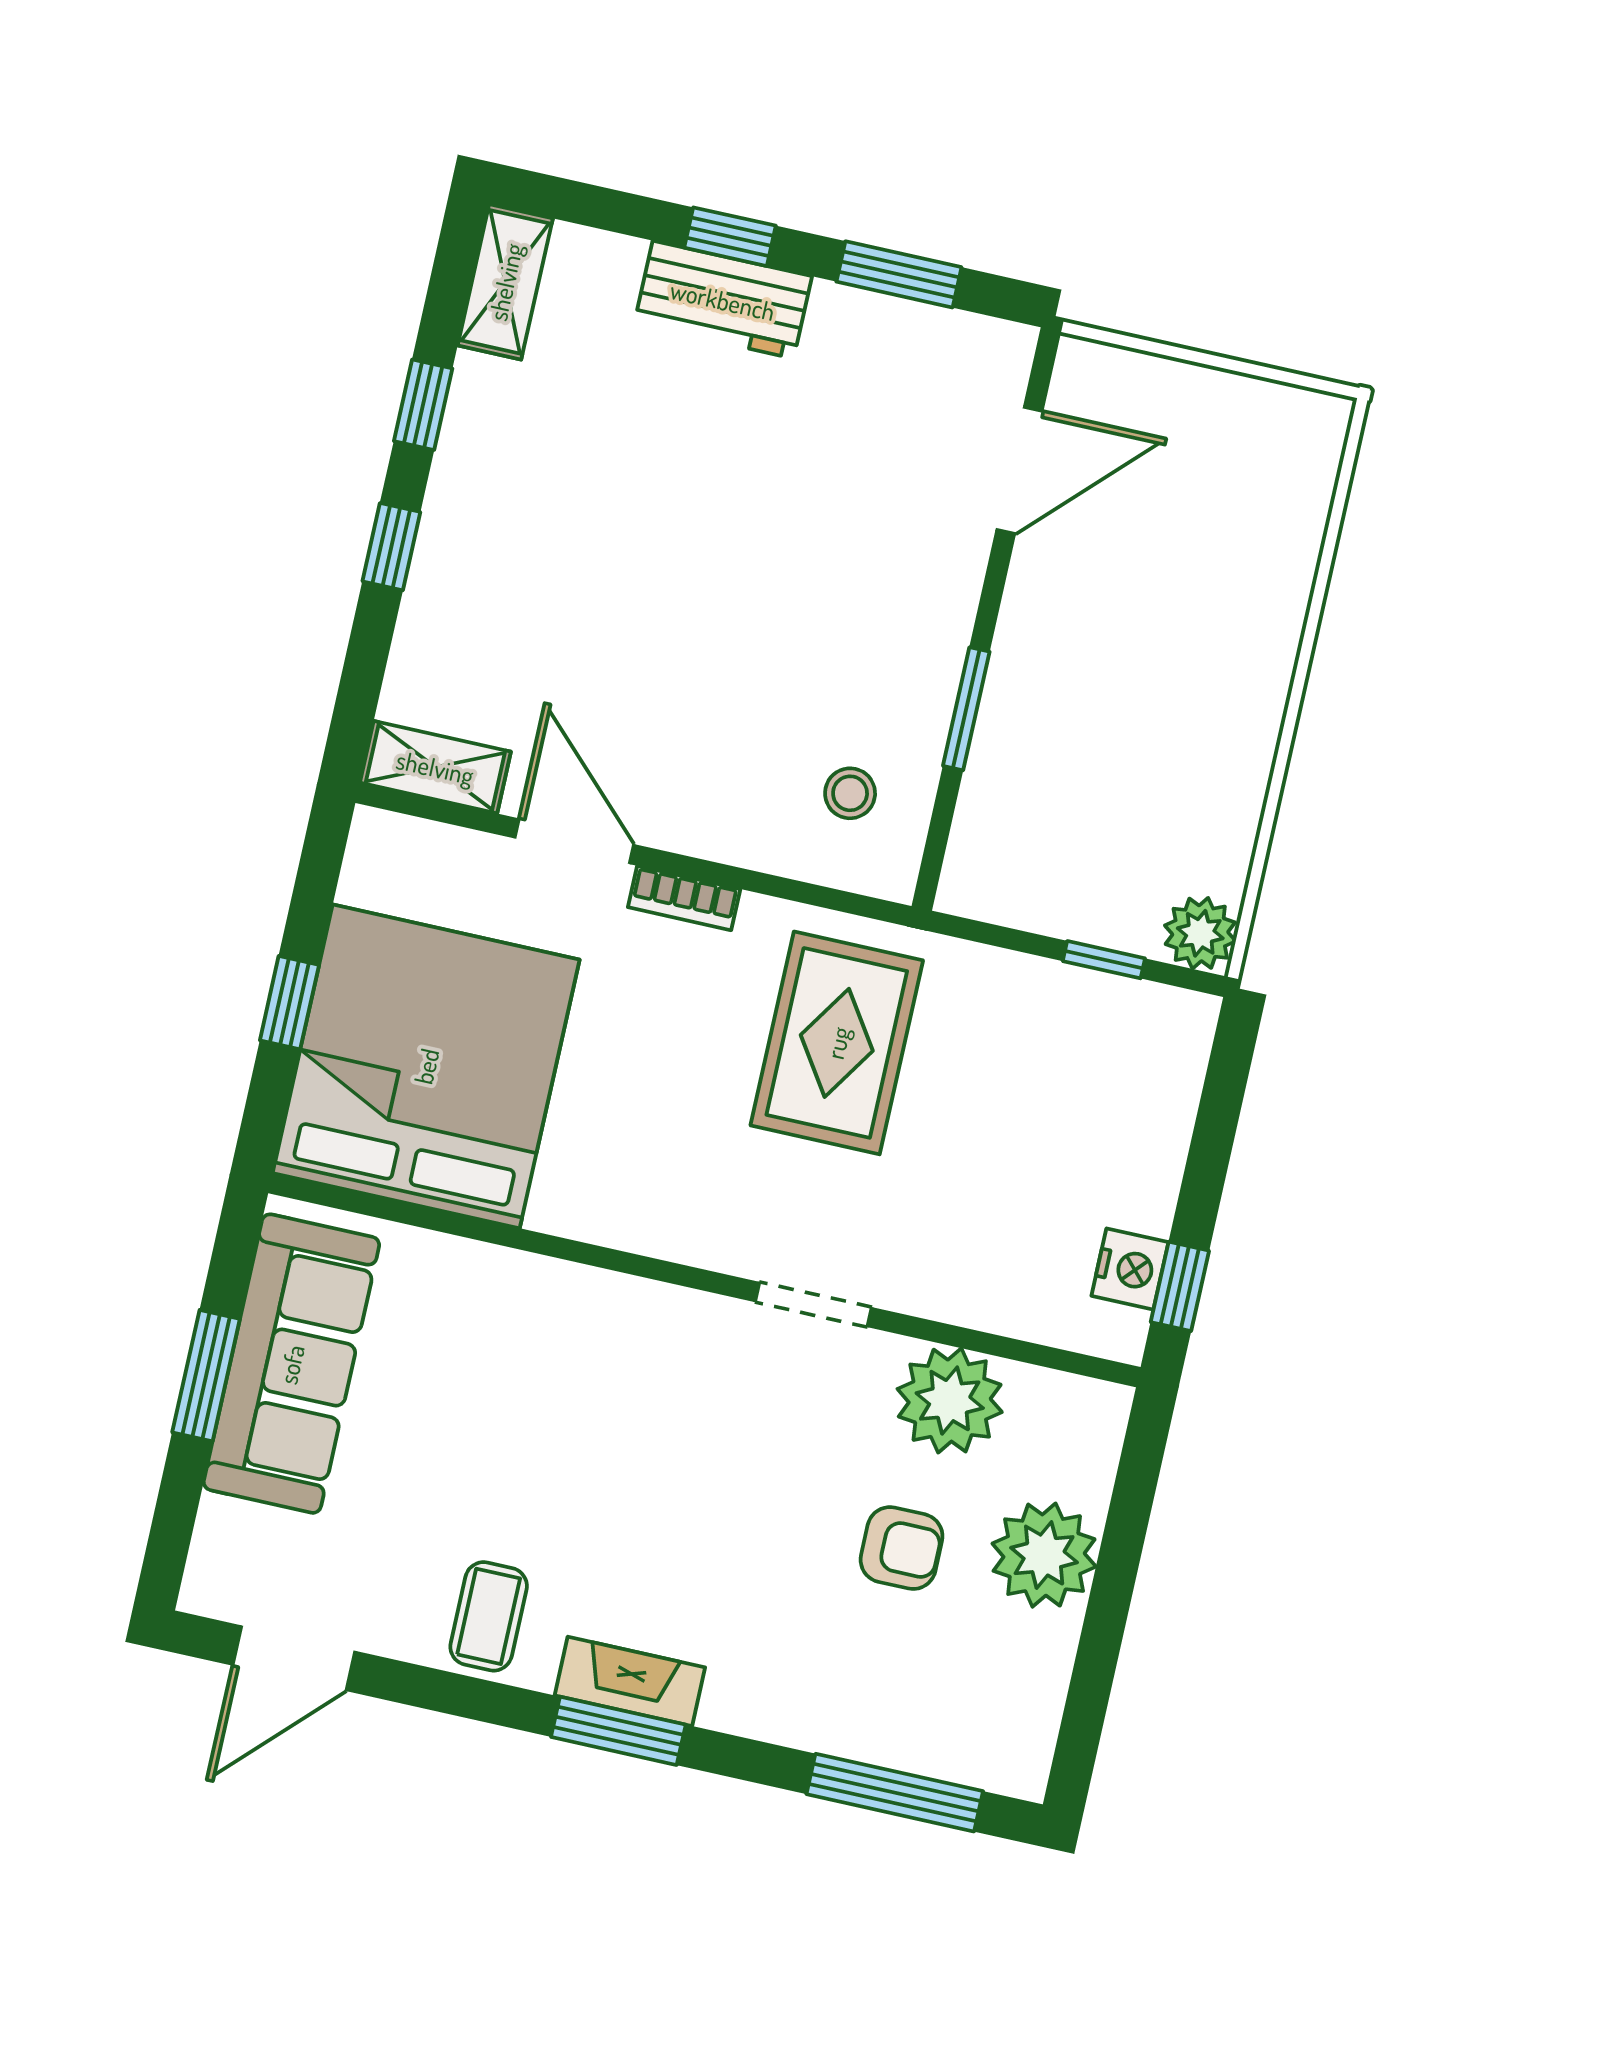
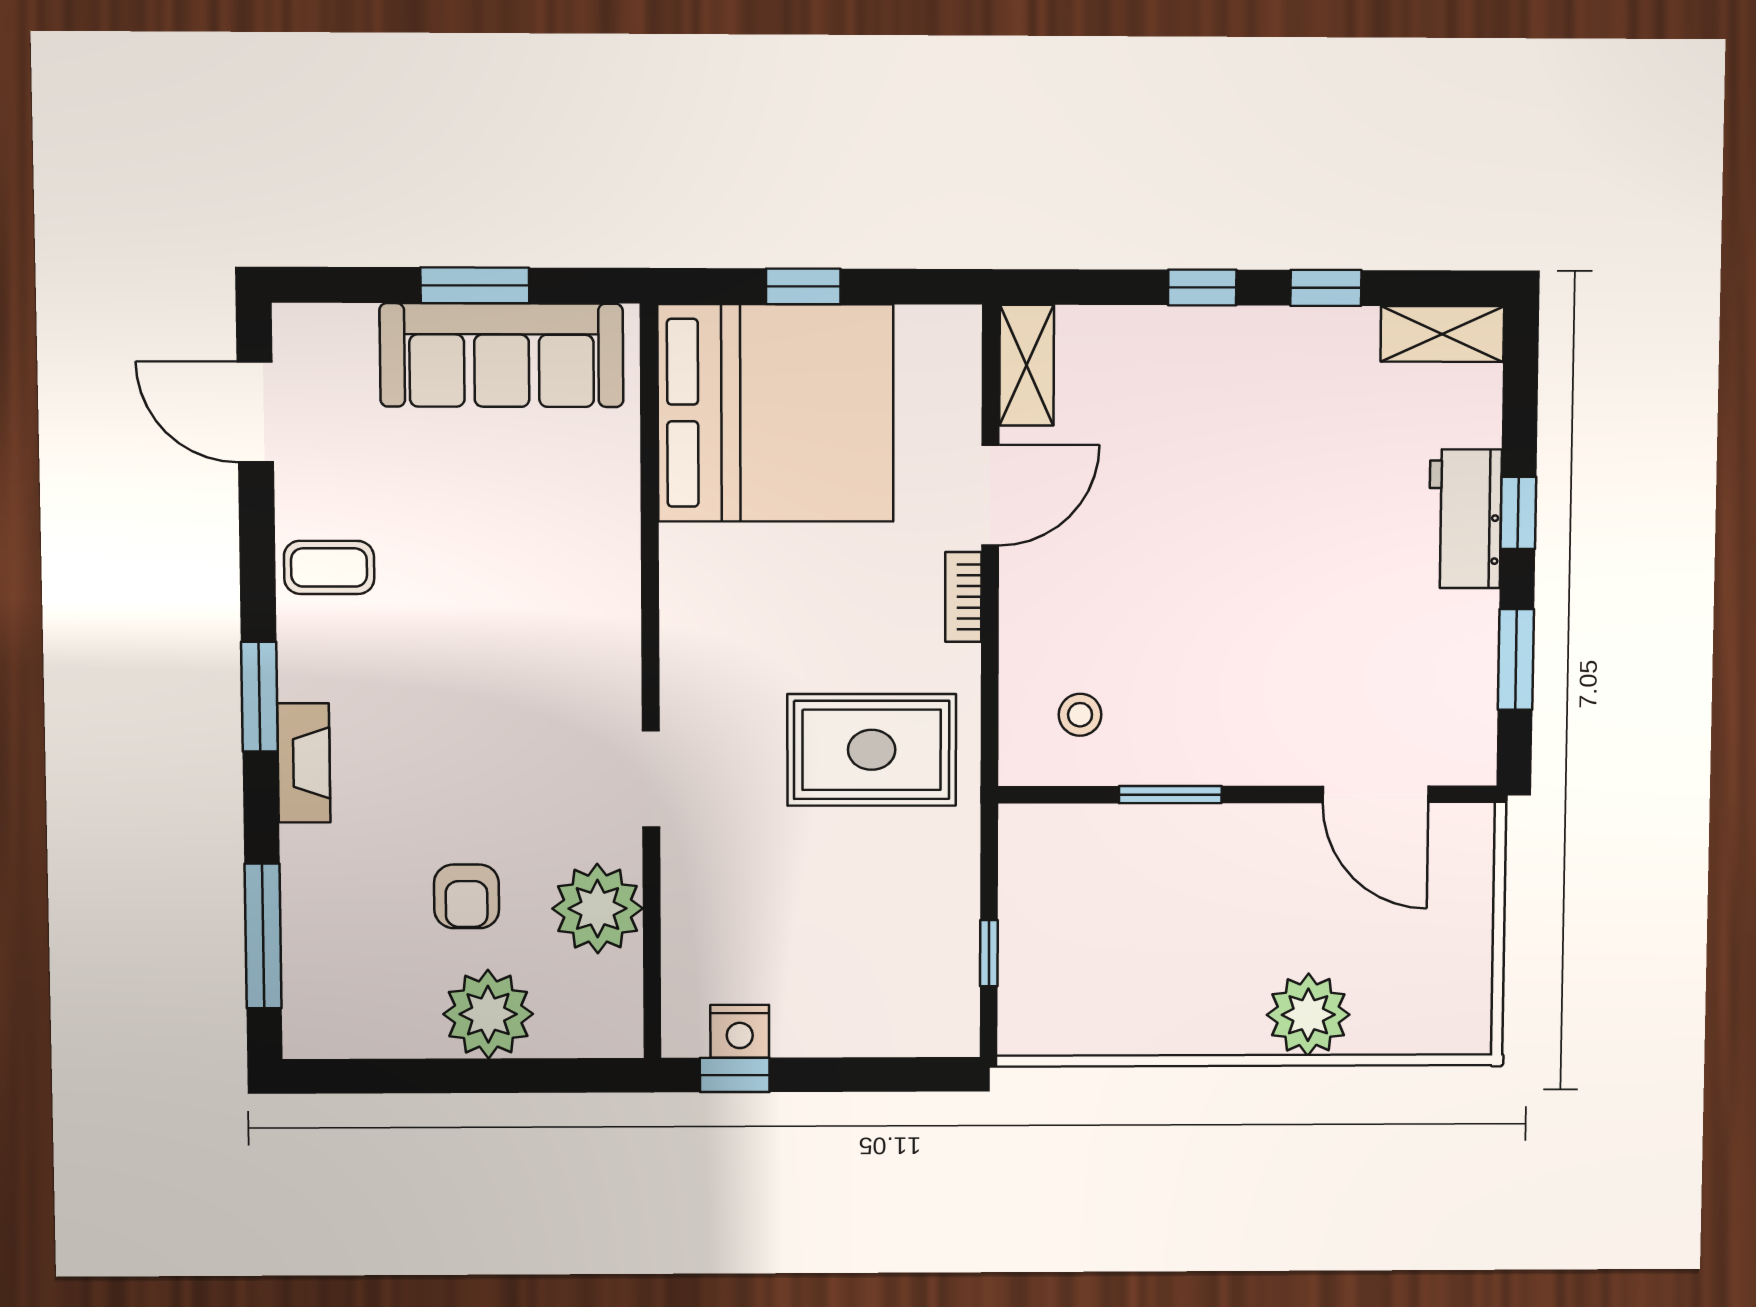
plant: (1200, 933) -> (1308, 1015), moved, width x1.36, depth x1.36
fireplace: (630, 1681) -> (304, 763), moved

